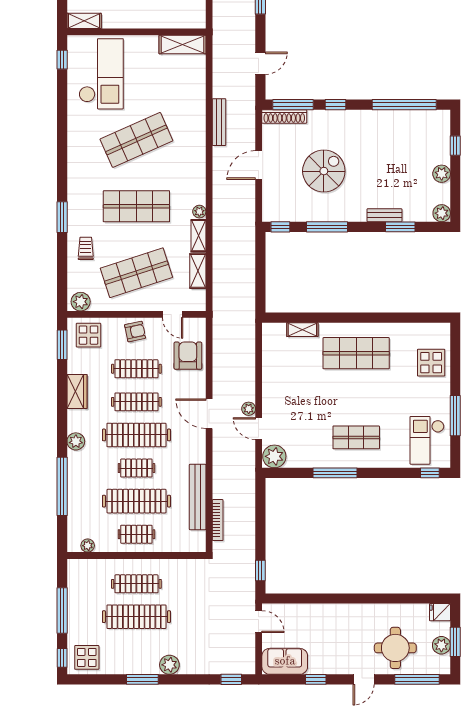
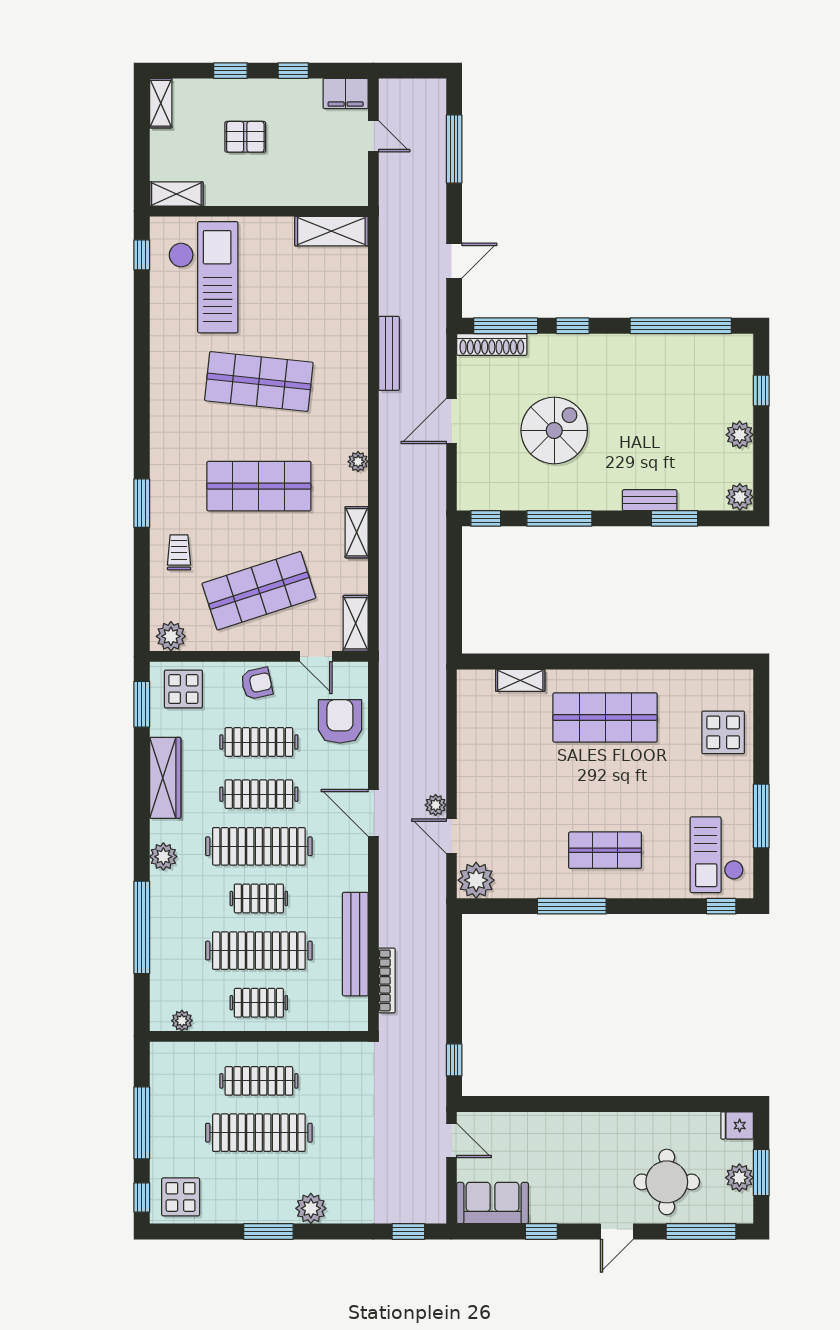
shop shelf: (136, 140) -> (259, 381), turned 30
plant: (199, 212) -> (358, 462), moved
shelving: (198, 271) -> (356, 623), moved
wardrobe: (77, 391) -> (165, 778), width x1.50

